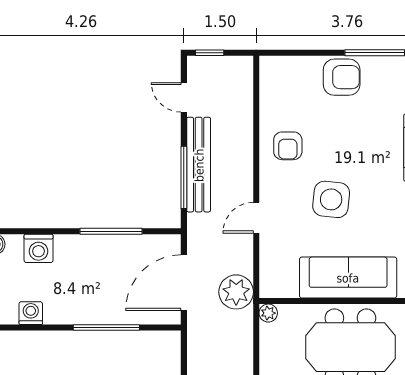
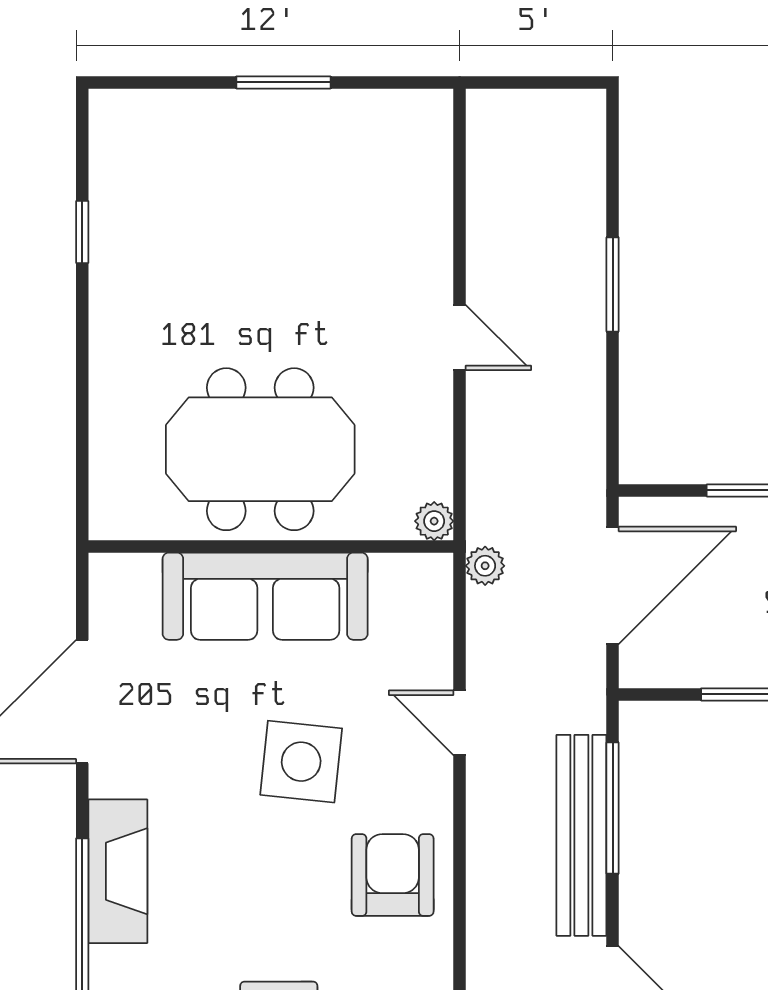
armchair: (288, 146) -> (393, 875), width x1.38, depth x1.38
door: (256, 218) -> (460, 723), swing flipped
plant: (236, 292) -> (485, 566), width x0.53, depth x0.53

